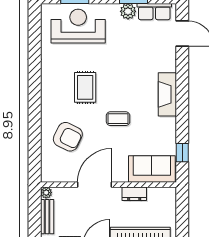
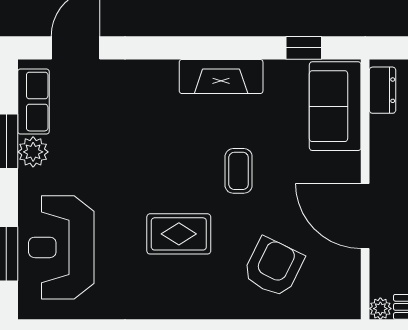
fireplace: (167, 94) -> (221, 76), moved
dresser: (134, 194) -> (383, 90), moved

